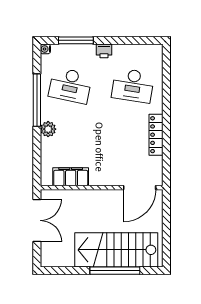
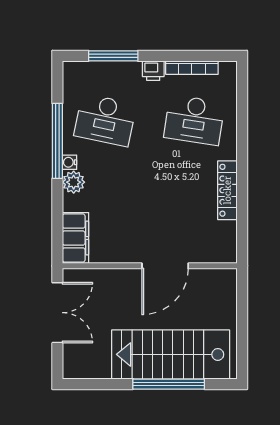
water cooler: (45, 49) -> (70, 162), moved
bookcase: (131, 49) -> (192, 68), added
filing cabinet: (71, 177) -> (76, 238), moved, turned 90
door: (140, 188) -> (165, 266), moved

